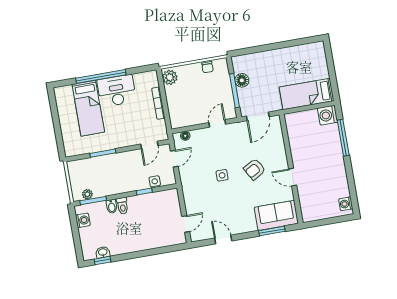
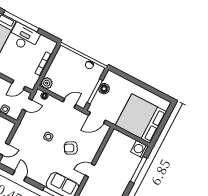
plant: (170, 77) -> (47, 83), moved
bed: (307, 94) -> (141, 119), width x2.04
door: (293, 177) -> (90, 170), hinge flipped

